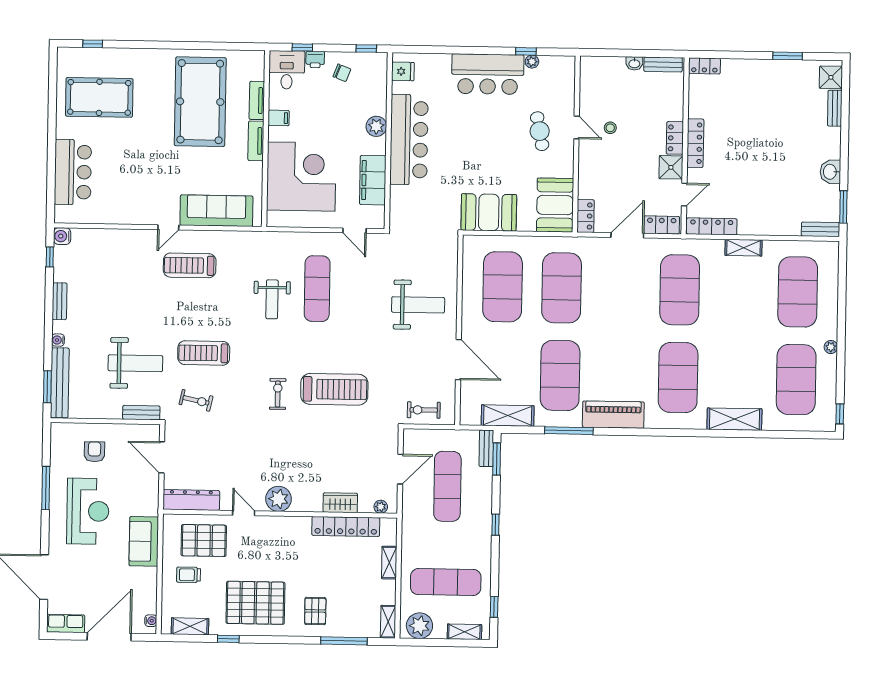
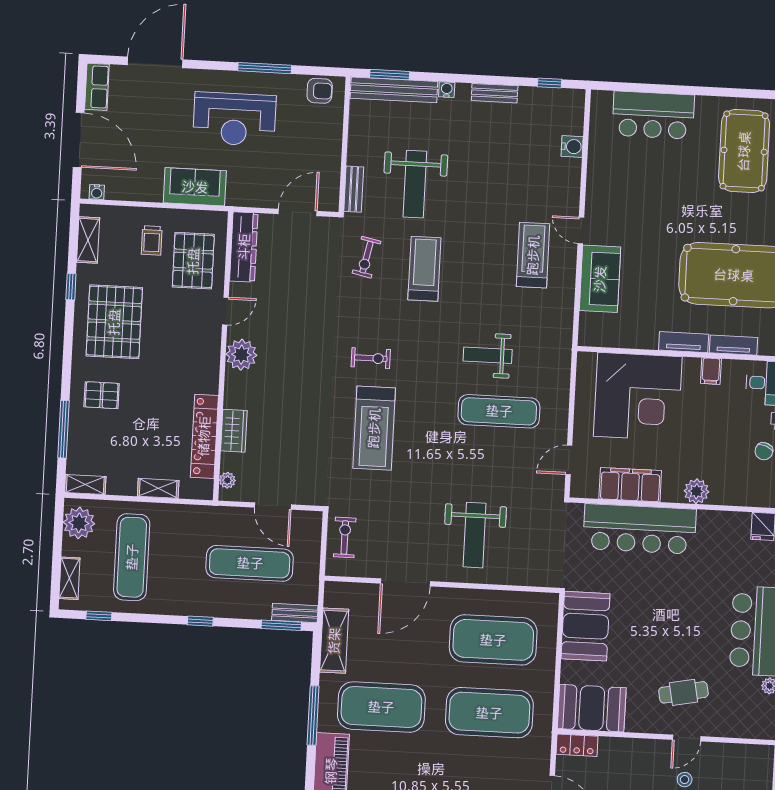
bar counter: (409, 140) -> (640, 529), moved
sofa: (216, 211) -> (600, 279), width x0.73
water cooler: (62, 236) -> (572, 147), moved, turned 90
armchair: (94, 452) -> (320, 91), moved
trolley: (189, 575) -> (152, 240), turned 180

